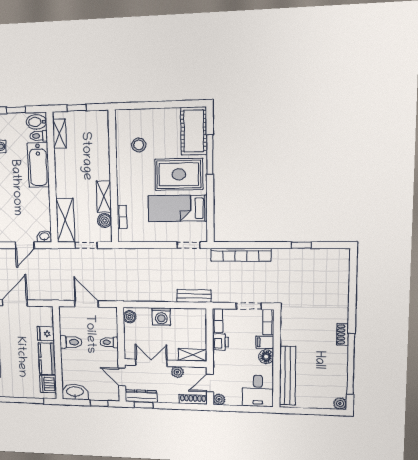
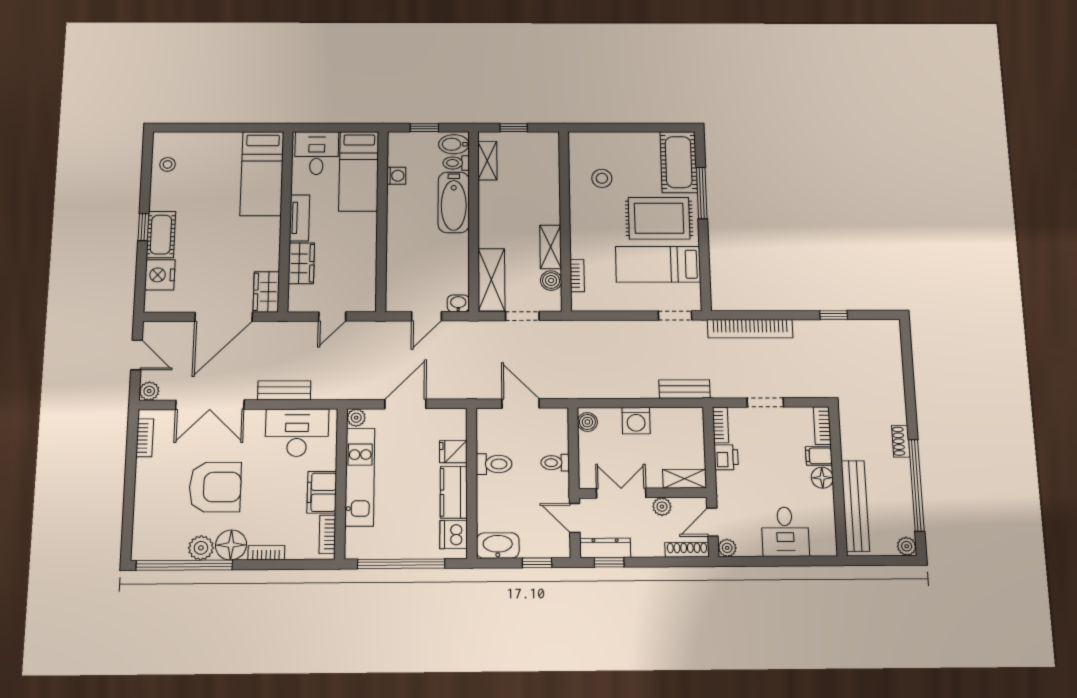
bookcase: (268, 322) -> (822, 426), moved
filing cabinet: (265, 342) -> (819, 456), moved
floor lamp: (266, 357) -> (822, 478), moved
wall: (277, 359) -> (838, 480), moved
bench: (288, 376) -> (855, 506), moved

